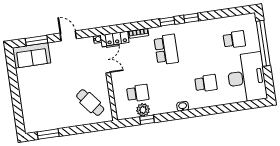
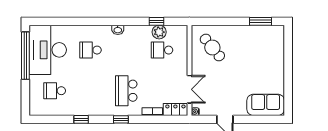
window: (191, 18) -> (81, 119), moved
window: (37, 41) -> (258, 119), removed
window: (263, 43) -> (25, 56), moved
double door: (106, 60) -> (189, 89), swing flipped

